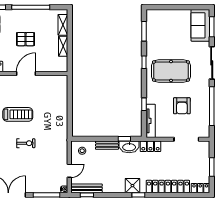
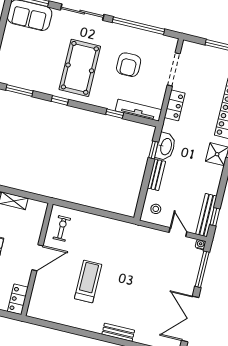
door: (26, 74) -> (37, 258), swing flipped
armchair: (182, 106) -> (129, 65), turned 90
exercise bike: (26, 143) -> (62, 228), moved
locker: (150, 146) -> (175, 105), moved

